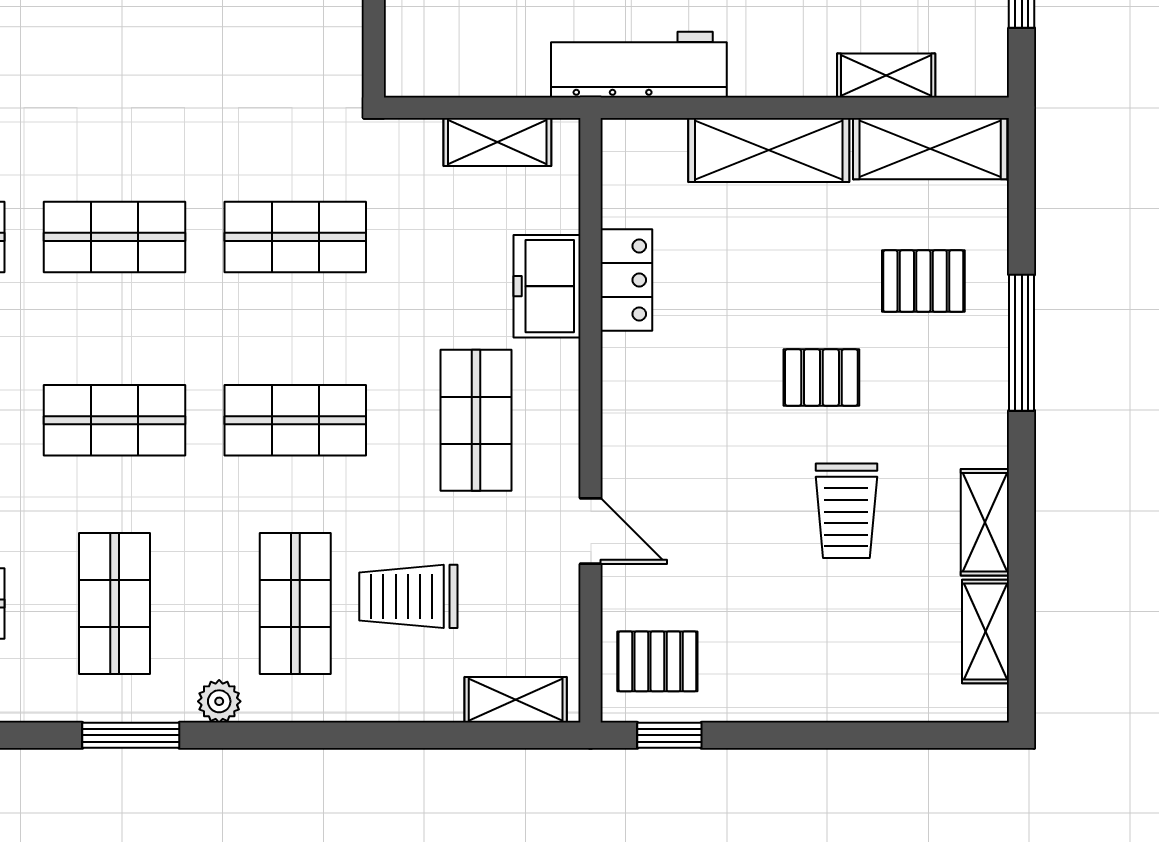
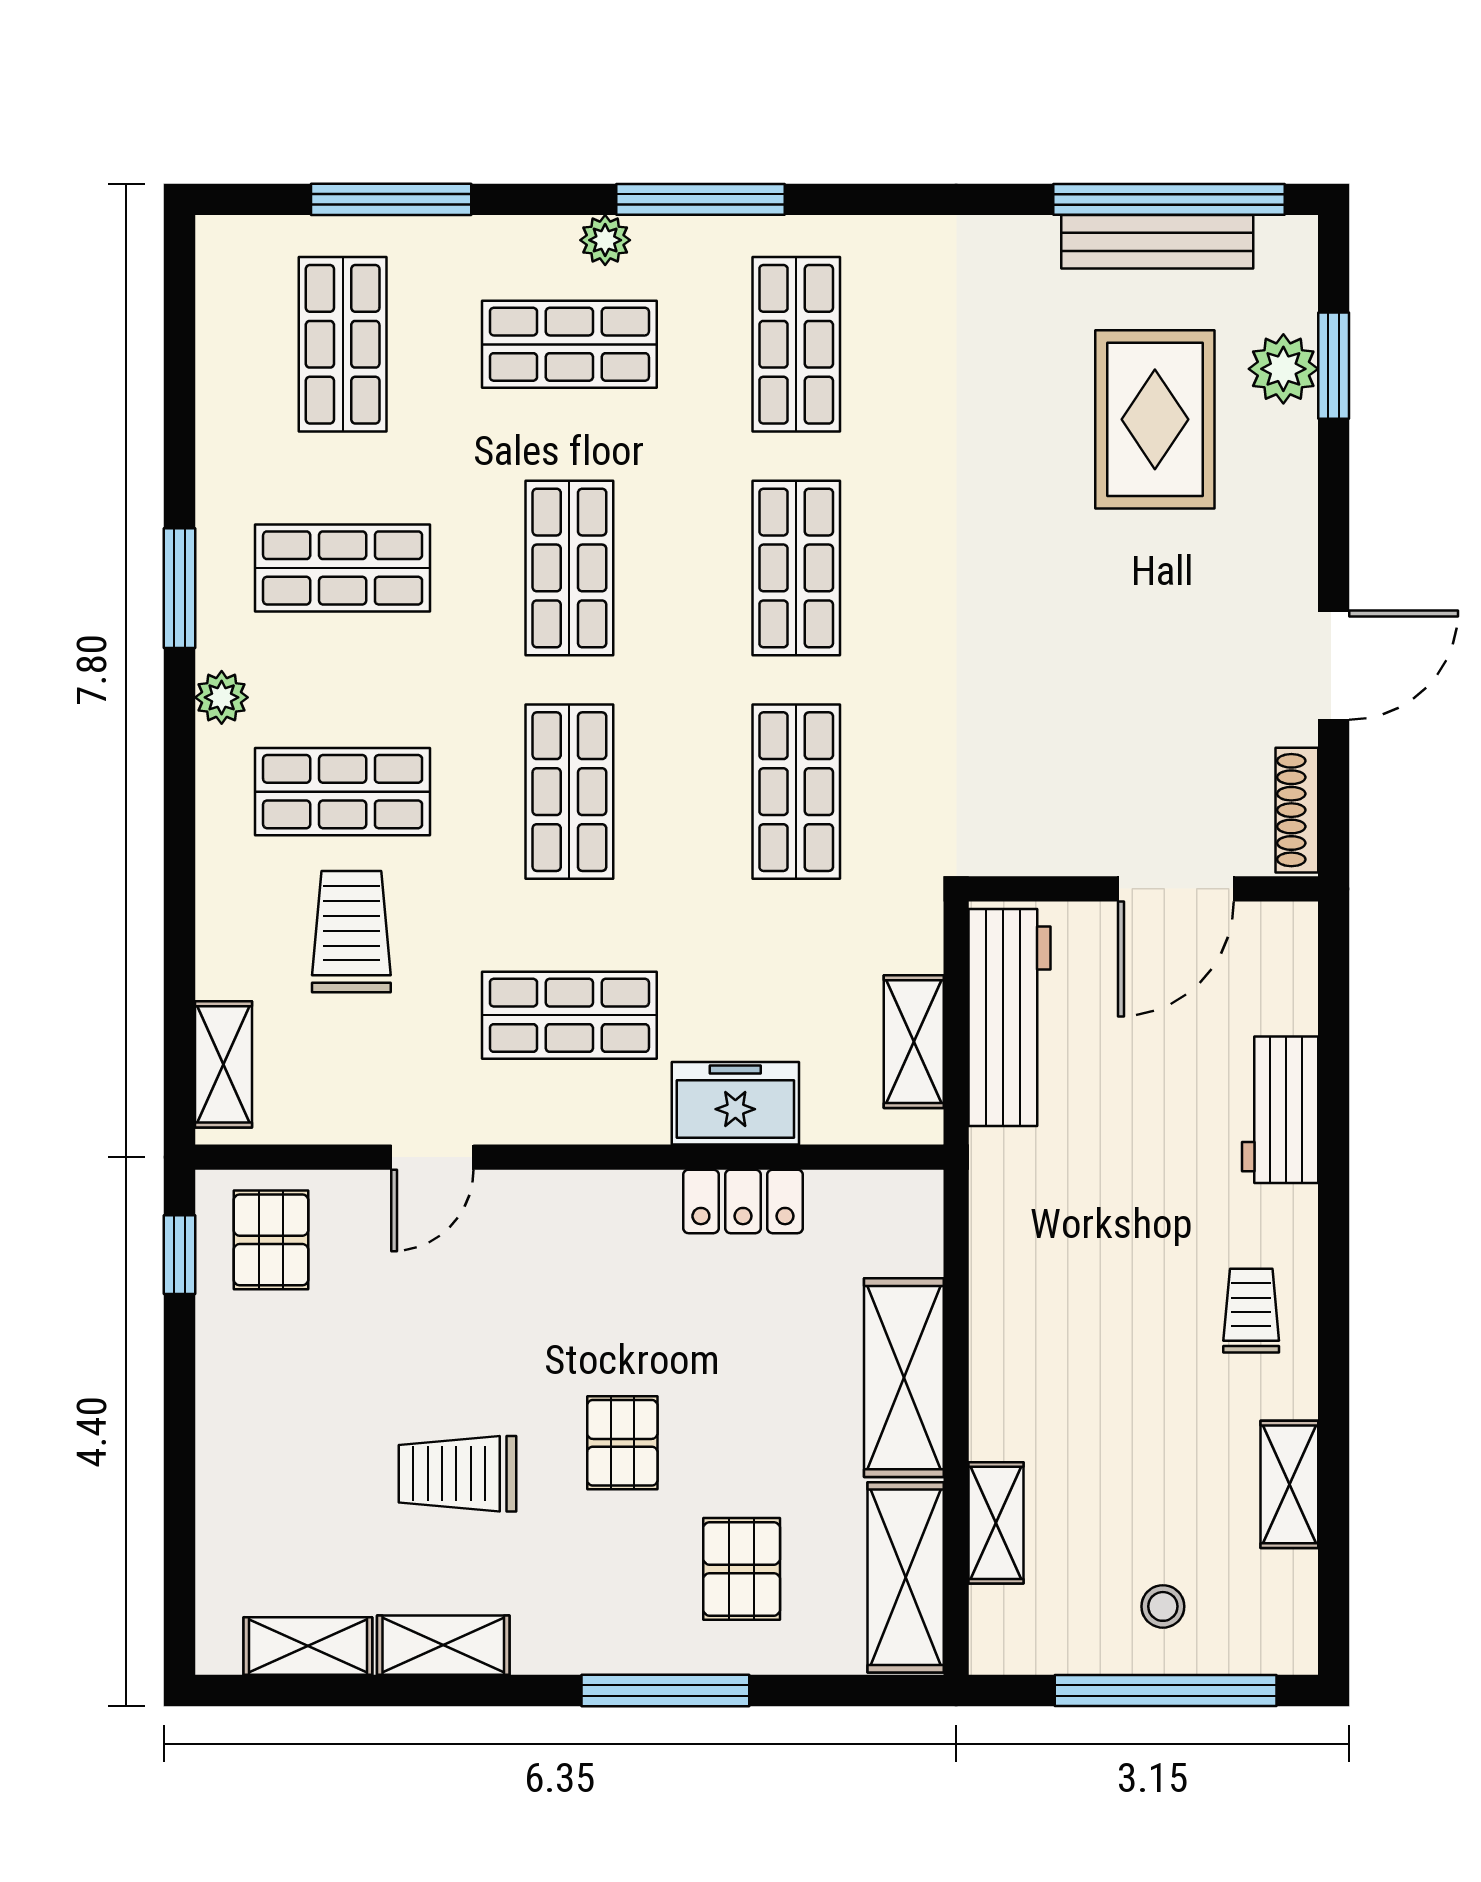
workbench: (639, 65) -> (1009, 1017), moved

